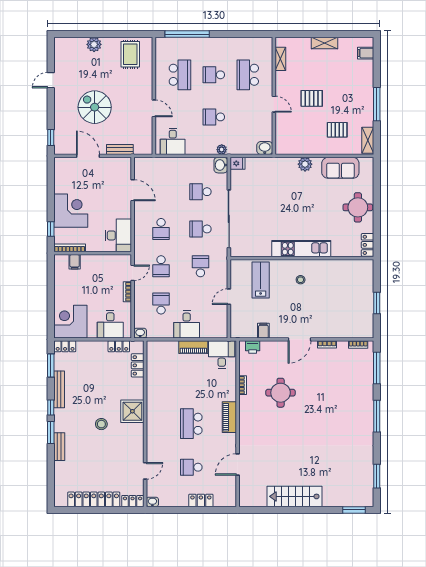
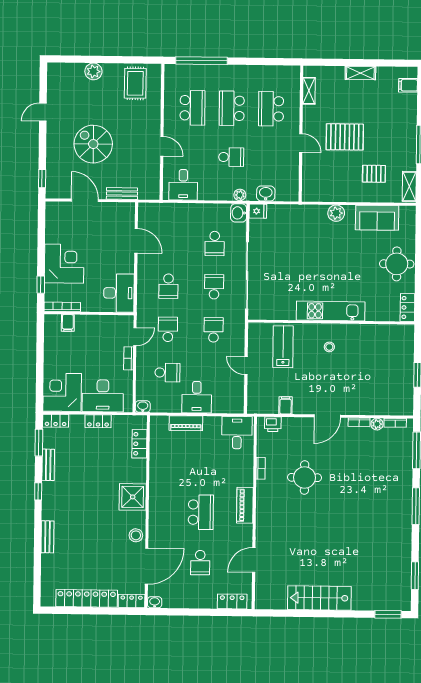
school desk: (214, 75) -> (232, 108), width x1.85
pallet: (312, 98) -> (345, 137), width x1.50, depth x1.42
school desk: (214, 117) -> (231, 157), turned 180
washbasin: (265, 148) -> (266, 193), moved
school desk: (200, 192) -> (215, 244), turned -90
school desk: (200, 229) -> (214, 287), turned 90
school desk: (161, 266) -> (168, 329), turned 180
door: (229, 297) -> (246, 366), hinge flipped
school desk: (161, 304) -> (167, 373), turned 90
desk: (110, 324) -> (103, 396), width x1.37
locker: (119, 346) -> (98, 421), moved
plant: (343, 346) -> (377, 424), added
piano: (193, 347) -> (186, 423), moved
bench: (59, 389) -> (48, 465), width x0.73
stool: (101, 424) -> (136, 535), moved
school desk: (191, 424) -> (201, 512), turned 180
window: (51, 433) -> (38, 520), removed
school desk: (191, 467) -> (200, 563), turned -90
door: (145, 471) -> (147, 566), width x1.87
locker: (201, 500) -> (232, 601), moved

